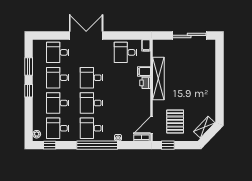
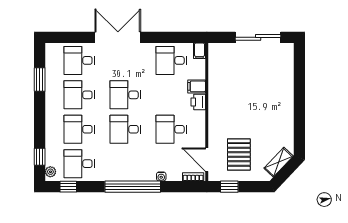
shelving: (158, 79) -> (216, 96), removed
window: (29, 91) -> (40, 157), moved
door: (151, 125) -> (207, 160), hinge flipped
desk: (92, 128) -> (171, 129), moved

